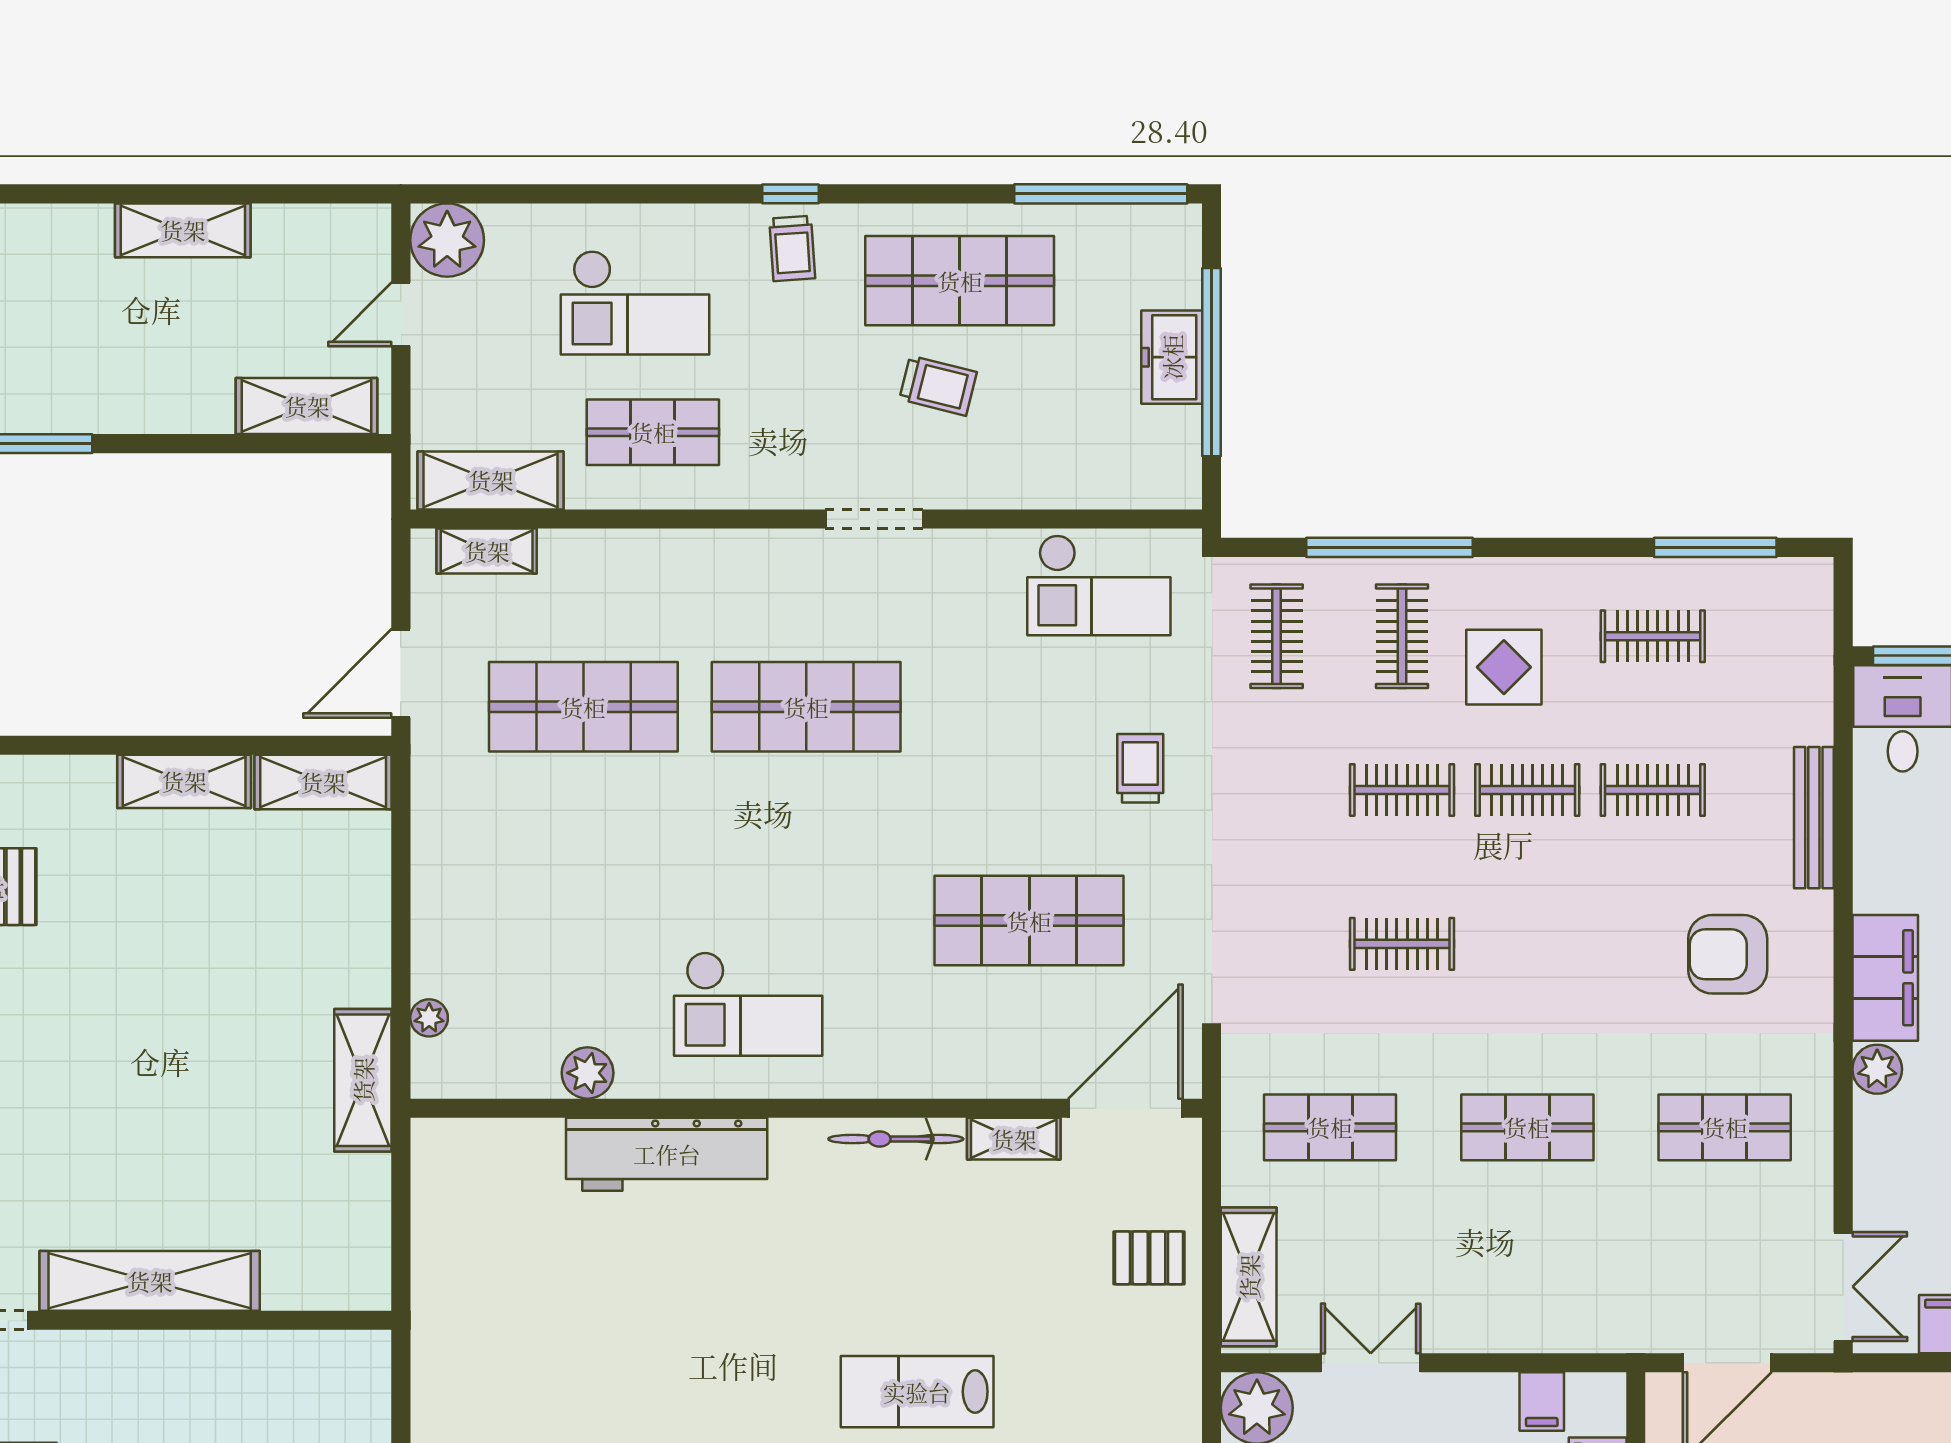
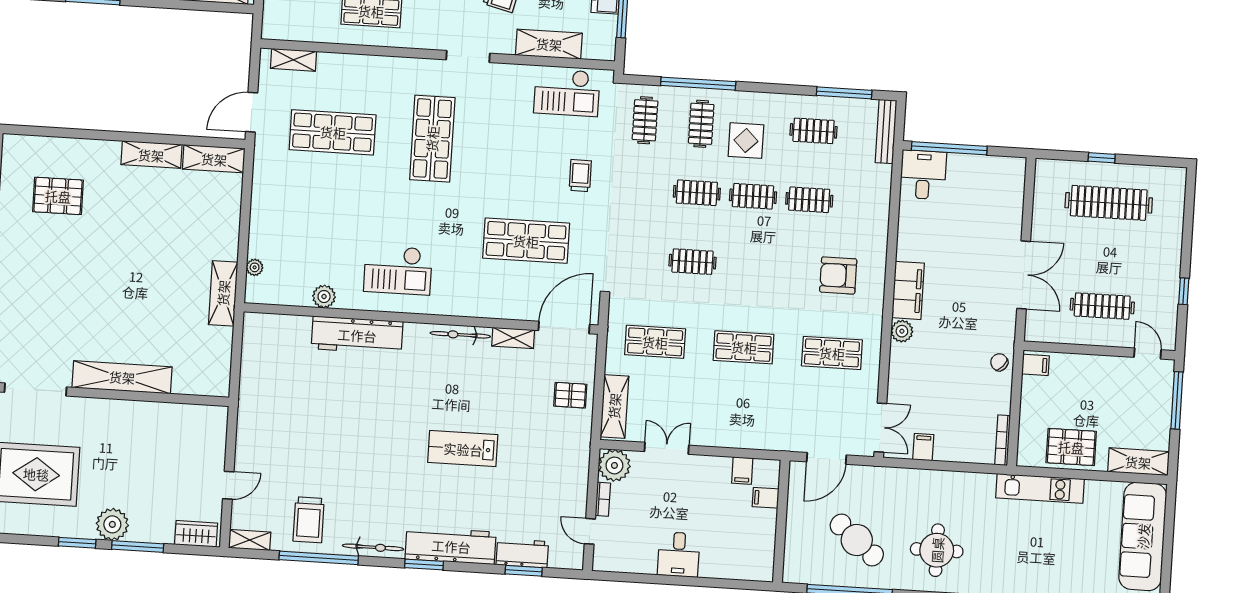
shelving: (491, 480) -> (549, 44), moved
shop shelf: (806, 707) -> (432, 139), turned 90
bench: (1814, 818) -> (886, 131), moved

